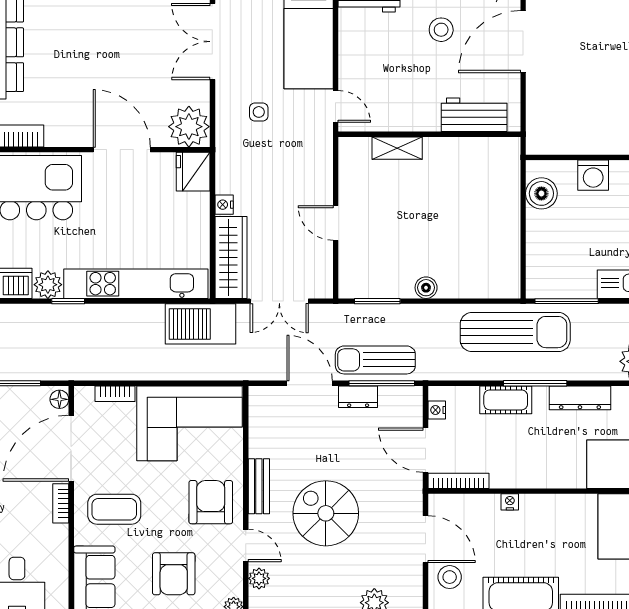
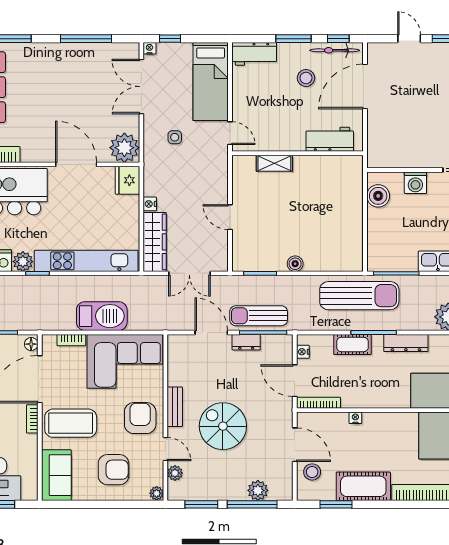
barbecue: (200, 324) -> (102, 316), moved, turned 180
coffee table: (114, 509) -> (71, 423), width x1.36, depth x1.32
armchair: (174, 574) -> (113, 470), turned -90

